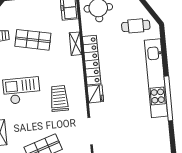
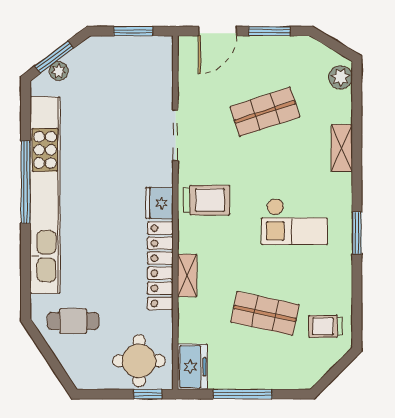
shelving: (75, 44) -> (187, 275), moved
kitchen unit: (156, 78) -> (45, 195), width x1.36
trolley: (59, 98) -> (207, 200), moved, turned -90

